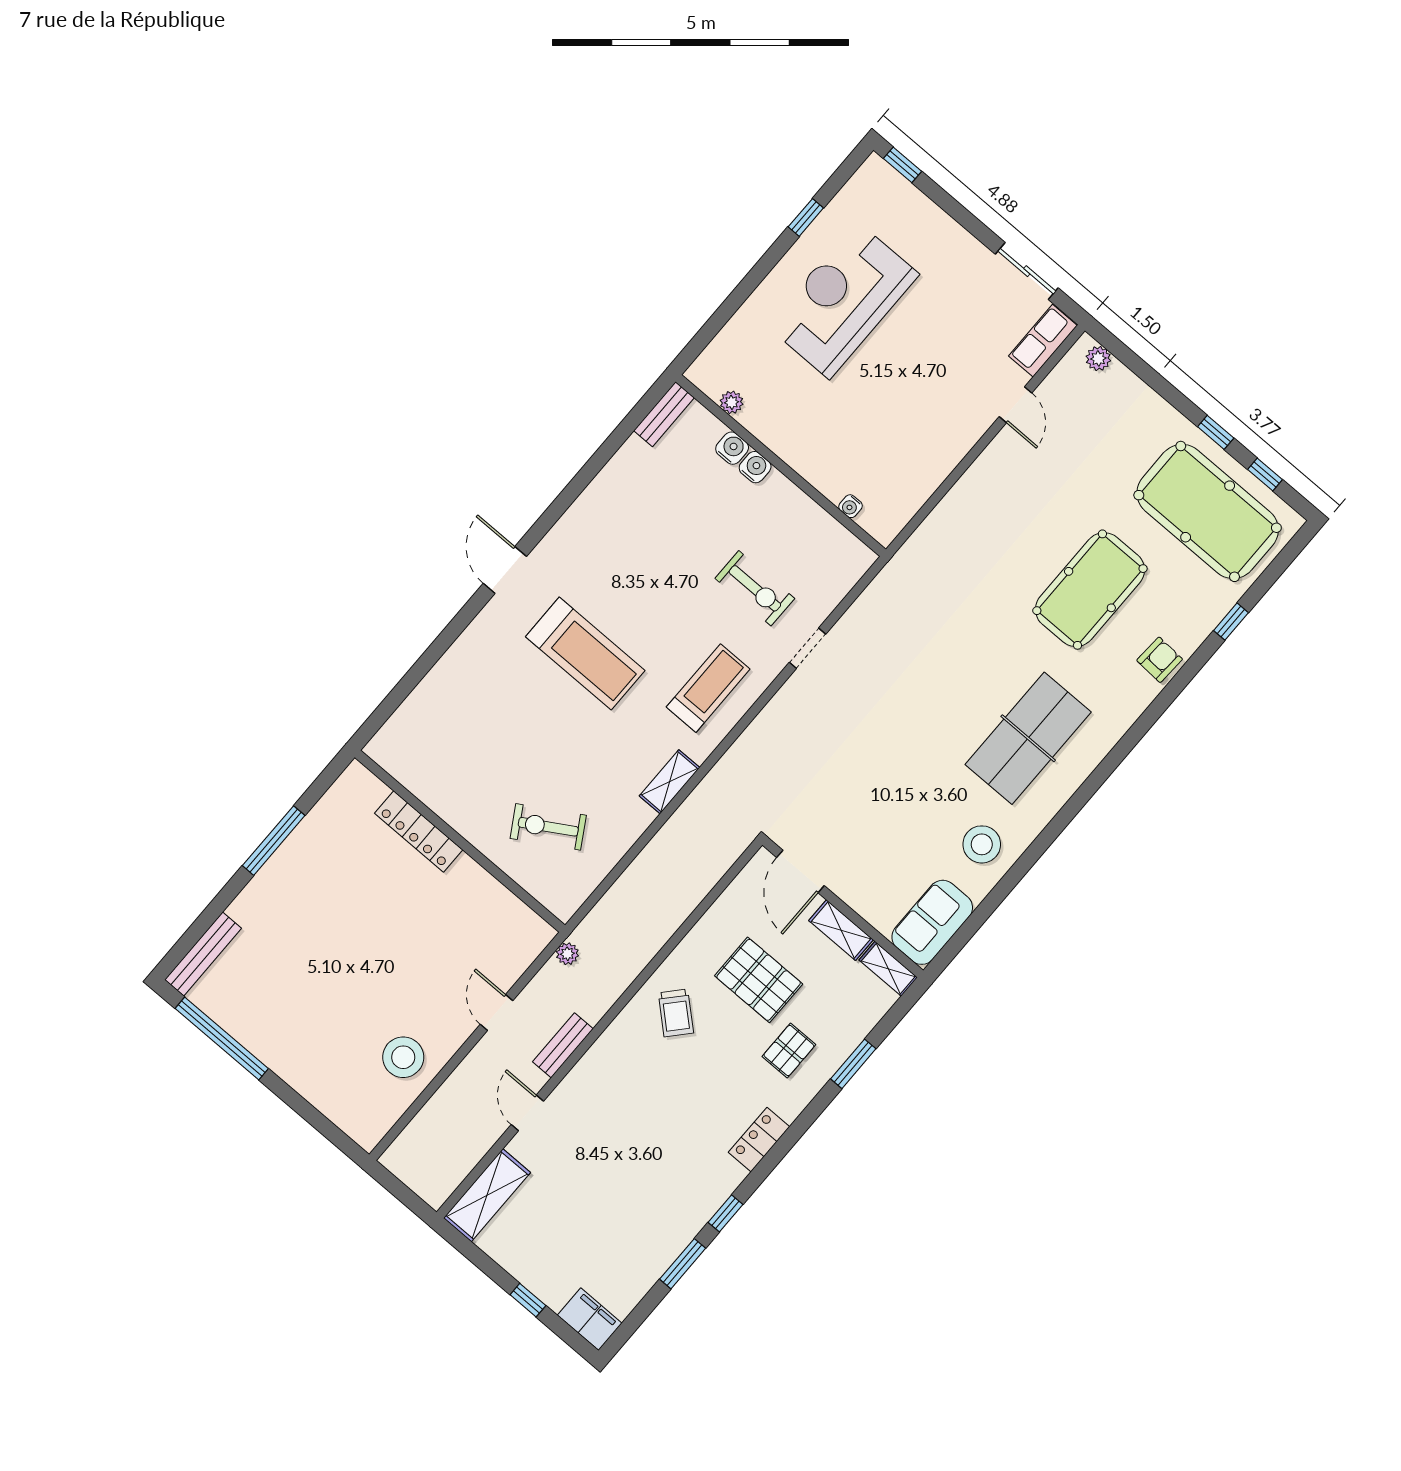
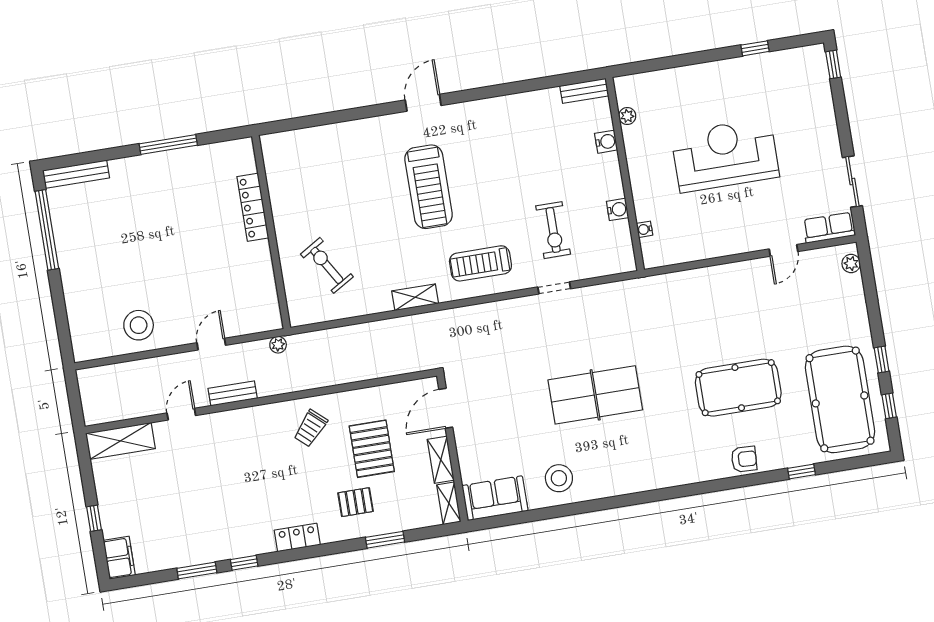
reception desk: (843, 300) -> (725, 155), moved
water cooler: (755, 467) -> (618, 209), moved
treadmill: (708, 688) -> (480, 263), turned 180
table tennis table: (1028, 738) -> (595, 395), moved

